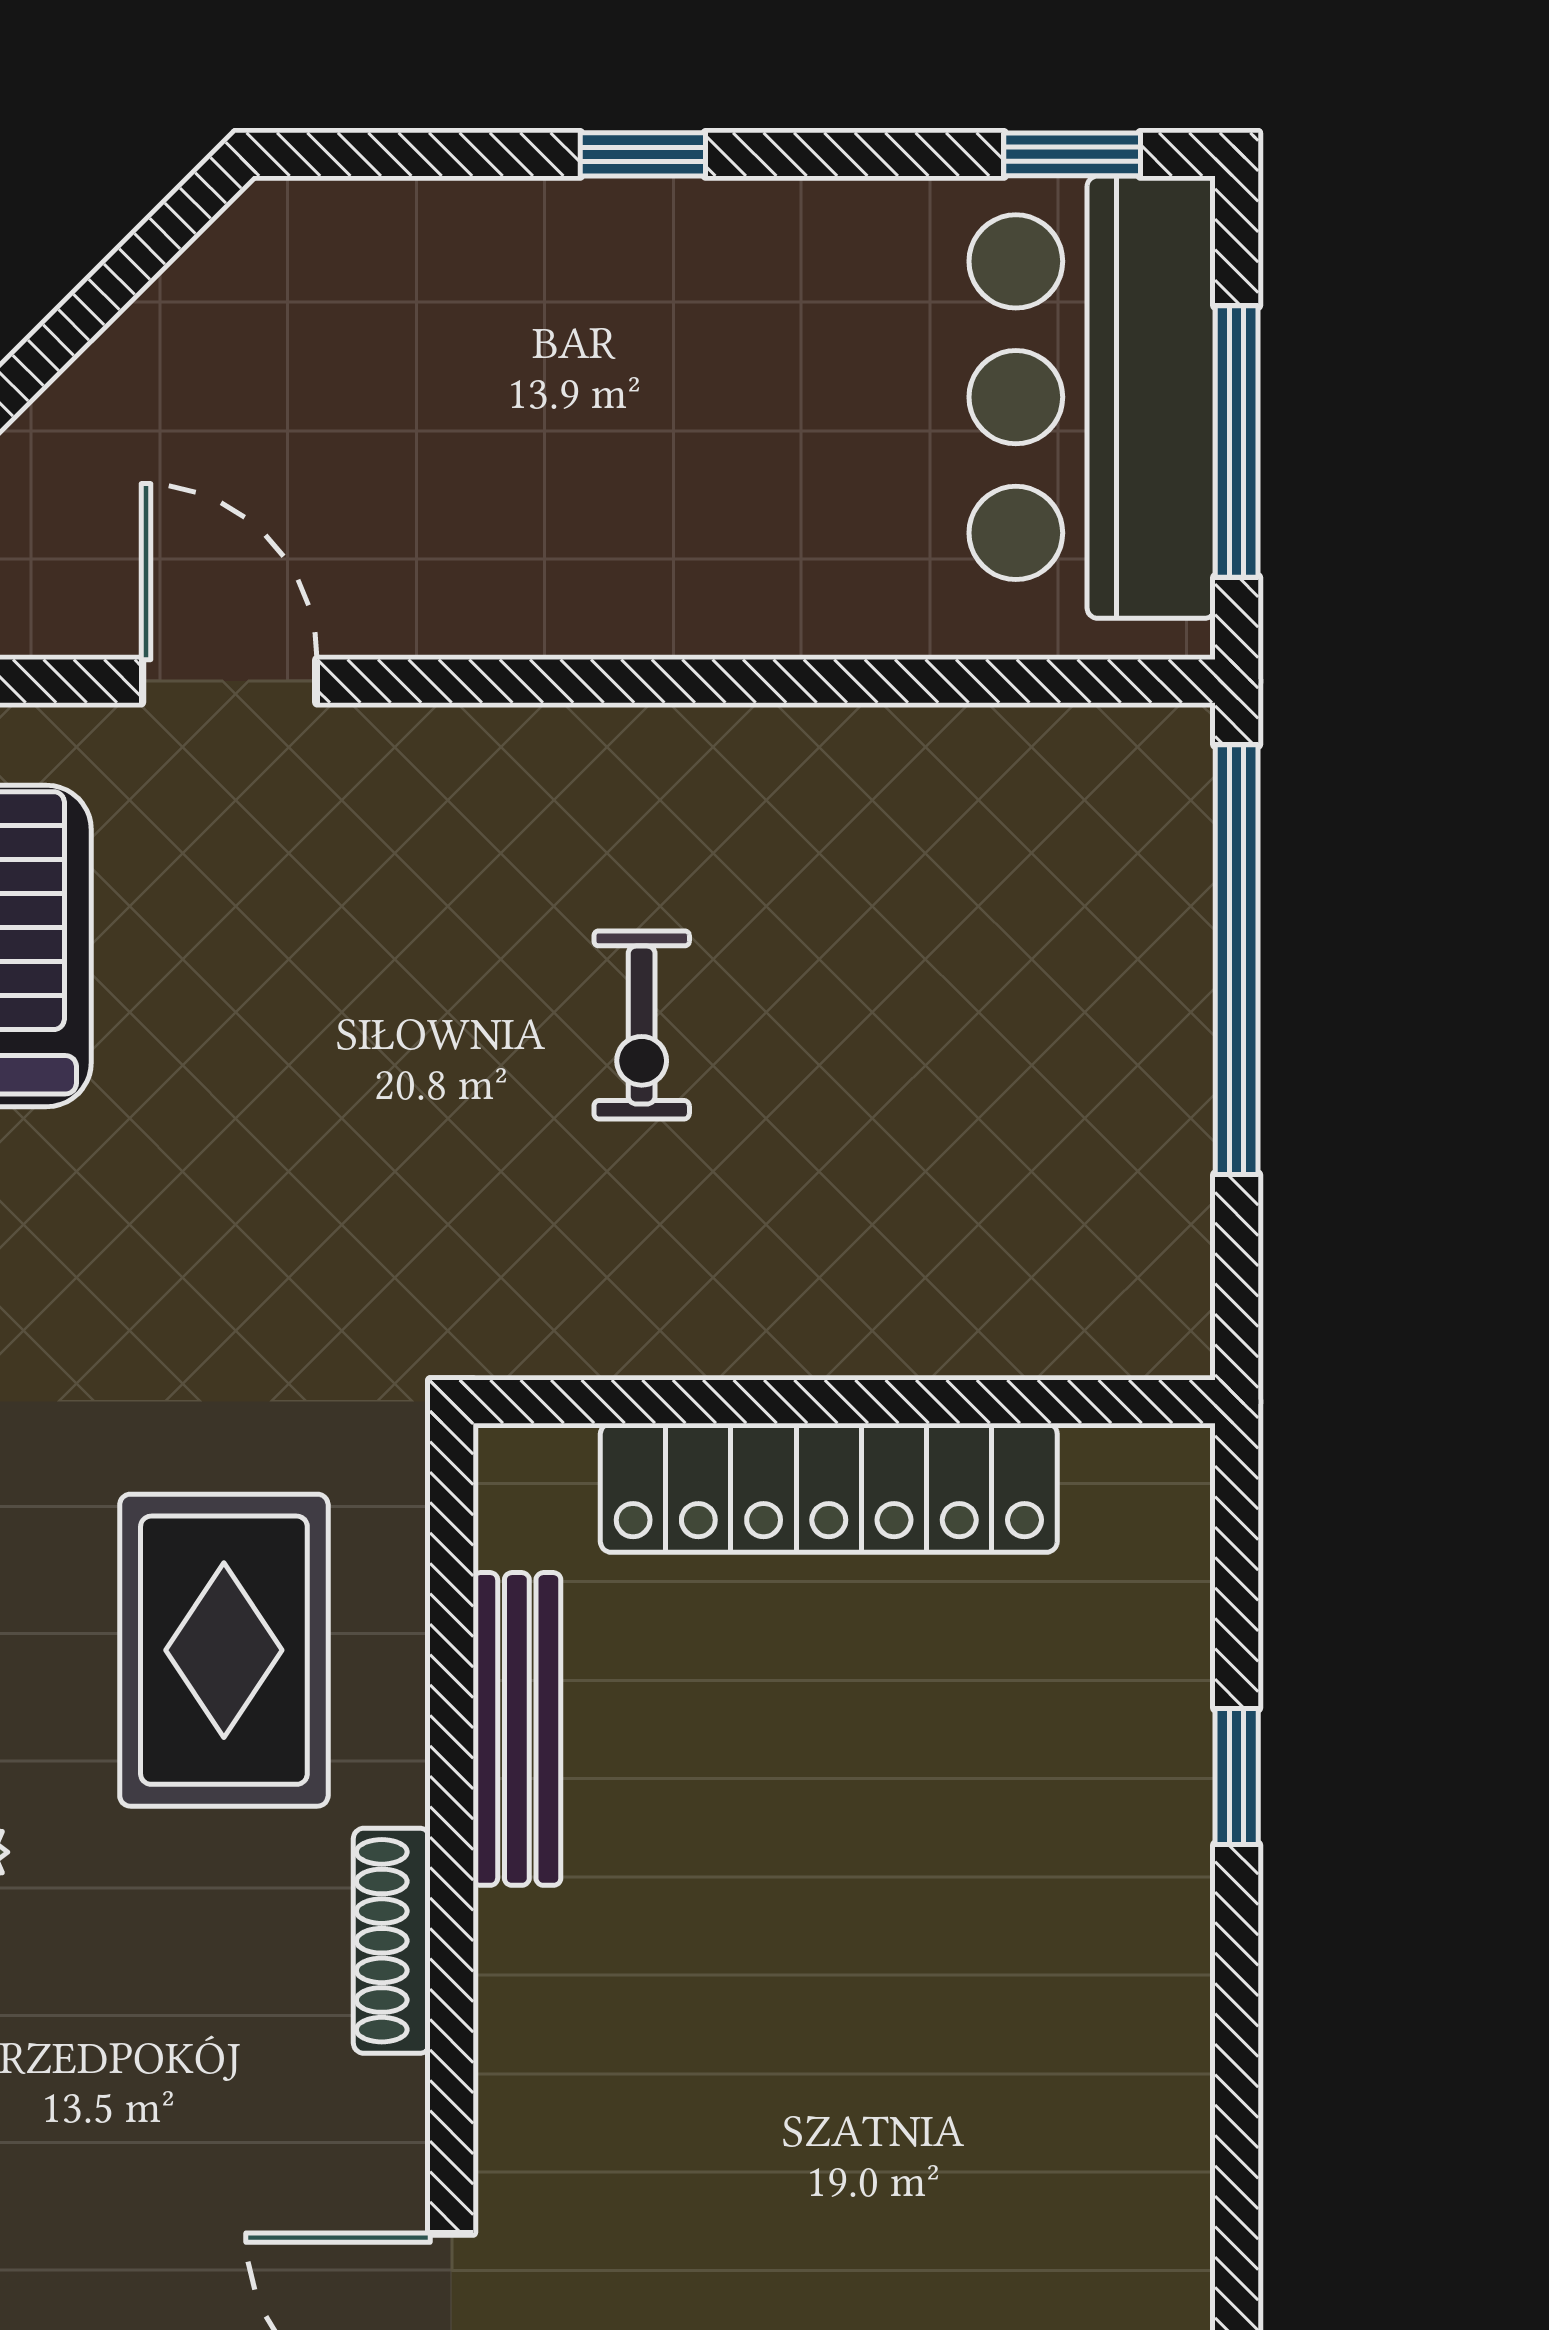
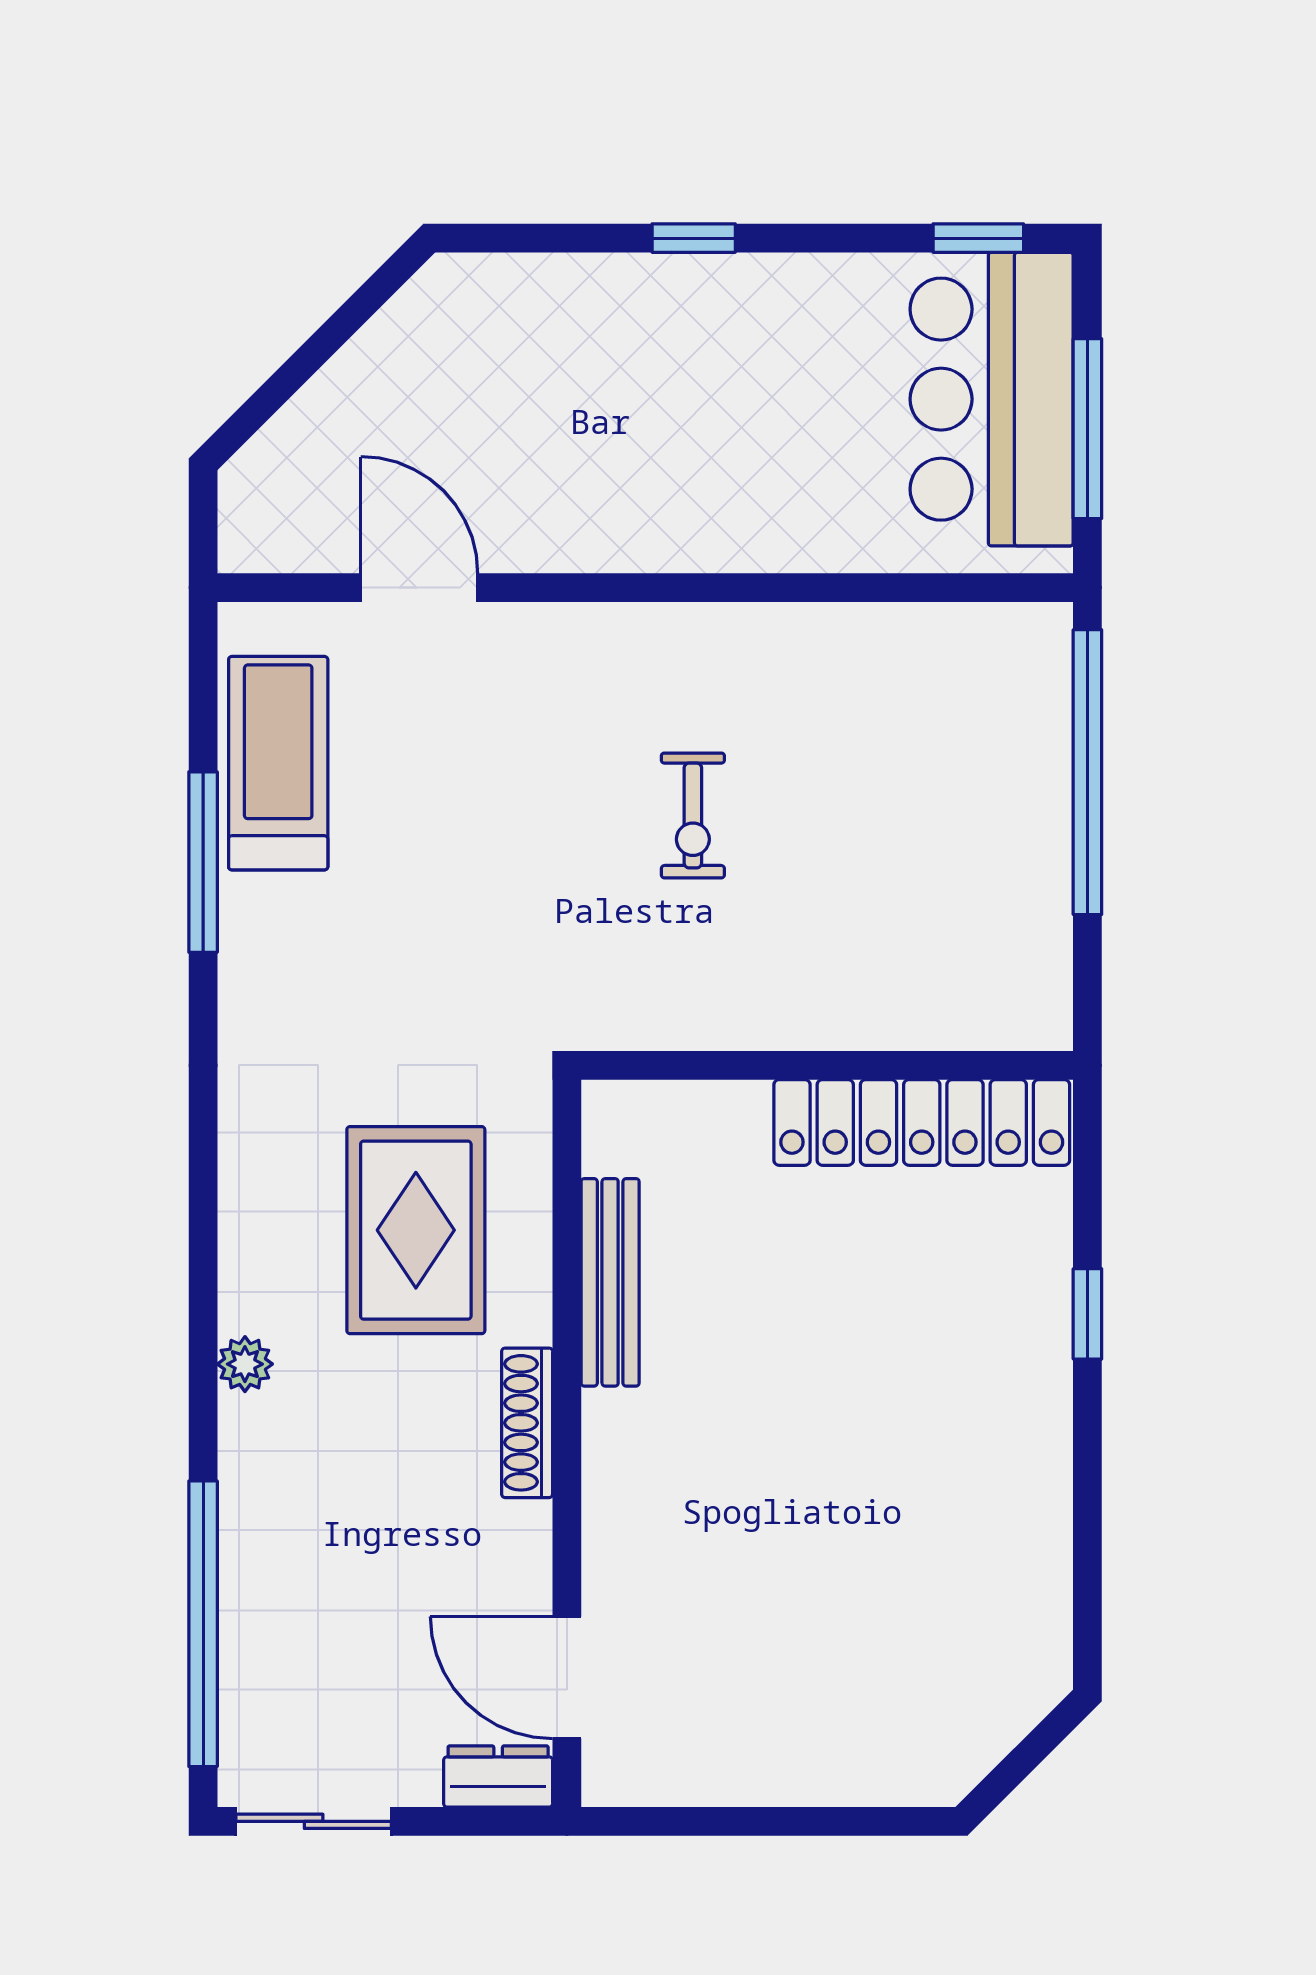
locker: (829, 1488) -> (922, 1122), moved

